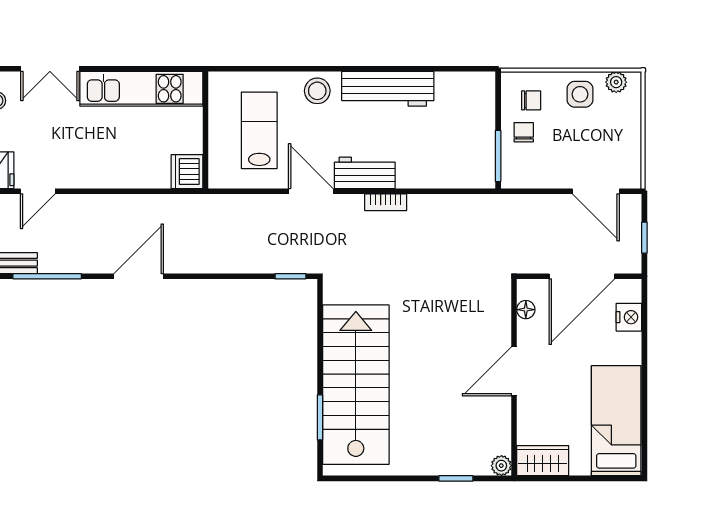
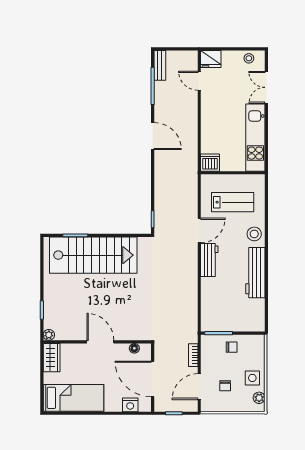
chair: (531, 100) -> (225, 386), moved
bookcase: (386, 202) -> (193, 355), moved

